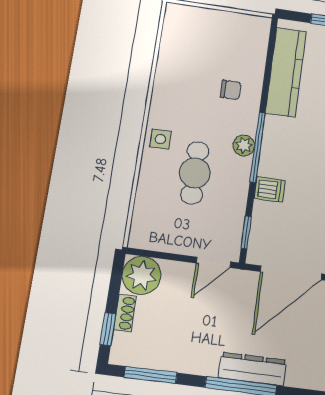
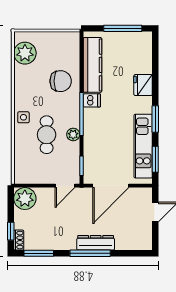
plant: (179, 38) -> (25, 53), added
chair: (231, 90) -> (61, 81), width x1.87, depth x1.87
plant: (244, 146) -> (73, 134), moved
dishwasher: (270, 189) -> (92, 100), moved
shoe rack: (125, 313) -> (19, 240), moved

